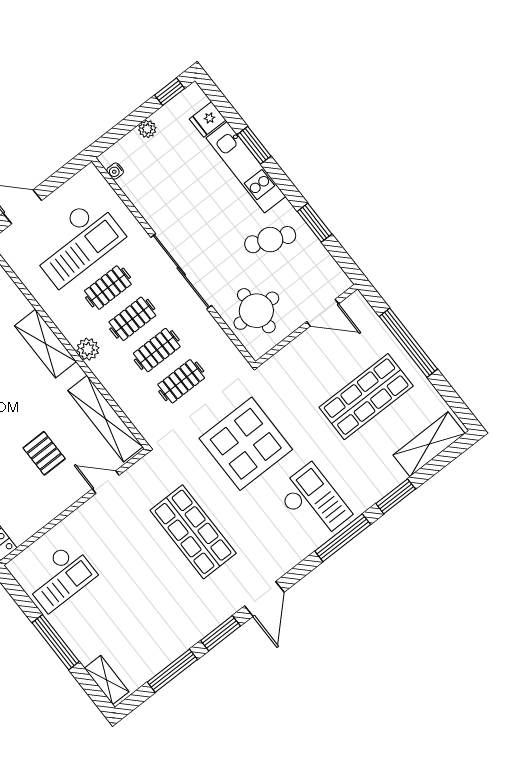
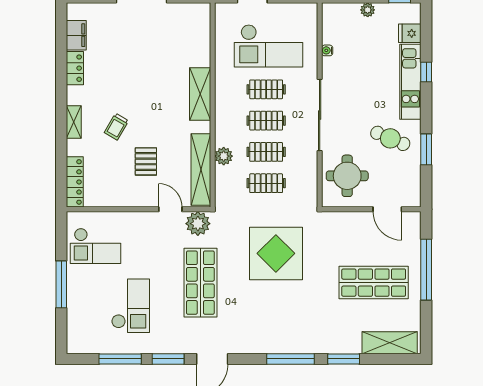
window: (254, 145) -> (426, 72), width x0.67
water cooler: (115, 171) -> (327, 50), moved
plant: (88, 349) -> (224, 156), moved
plant: (144, 475) -> (198, 224), added
checkout: (314, 502) -> (131, 306), moved
shelving: (107, 680) -> (75, 333), removed

